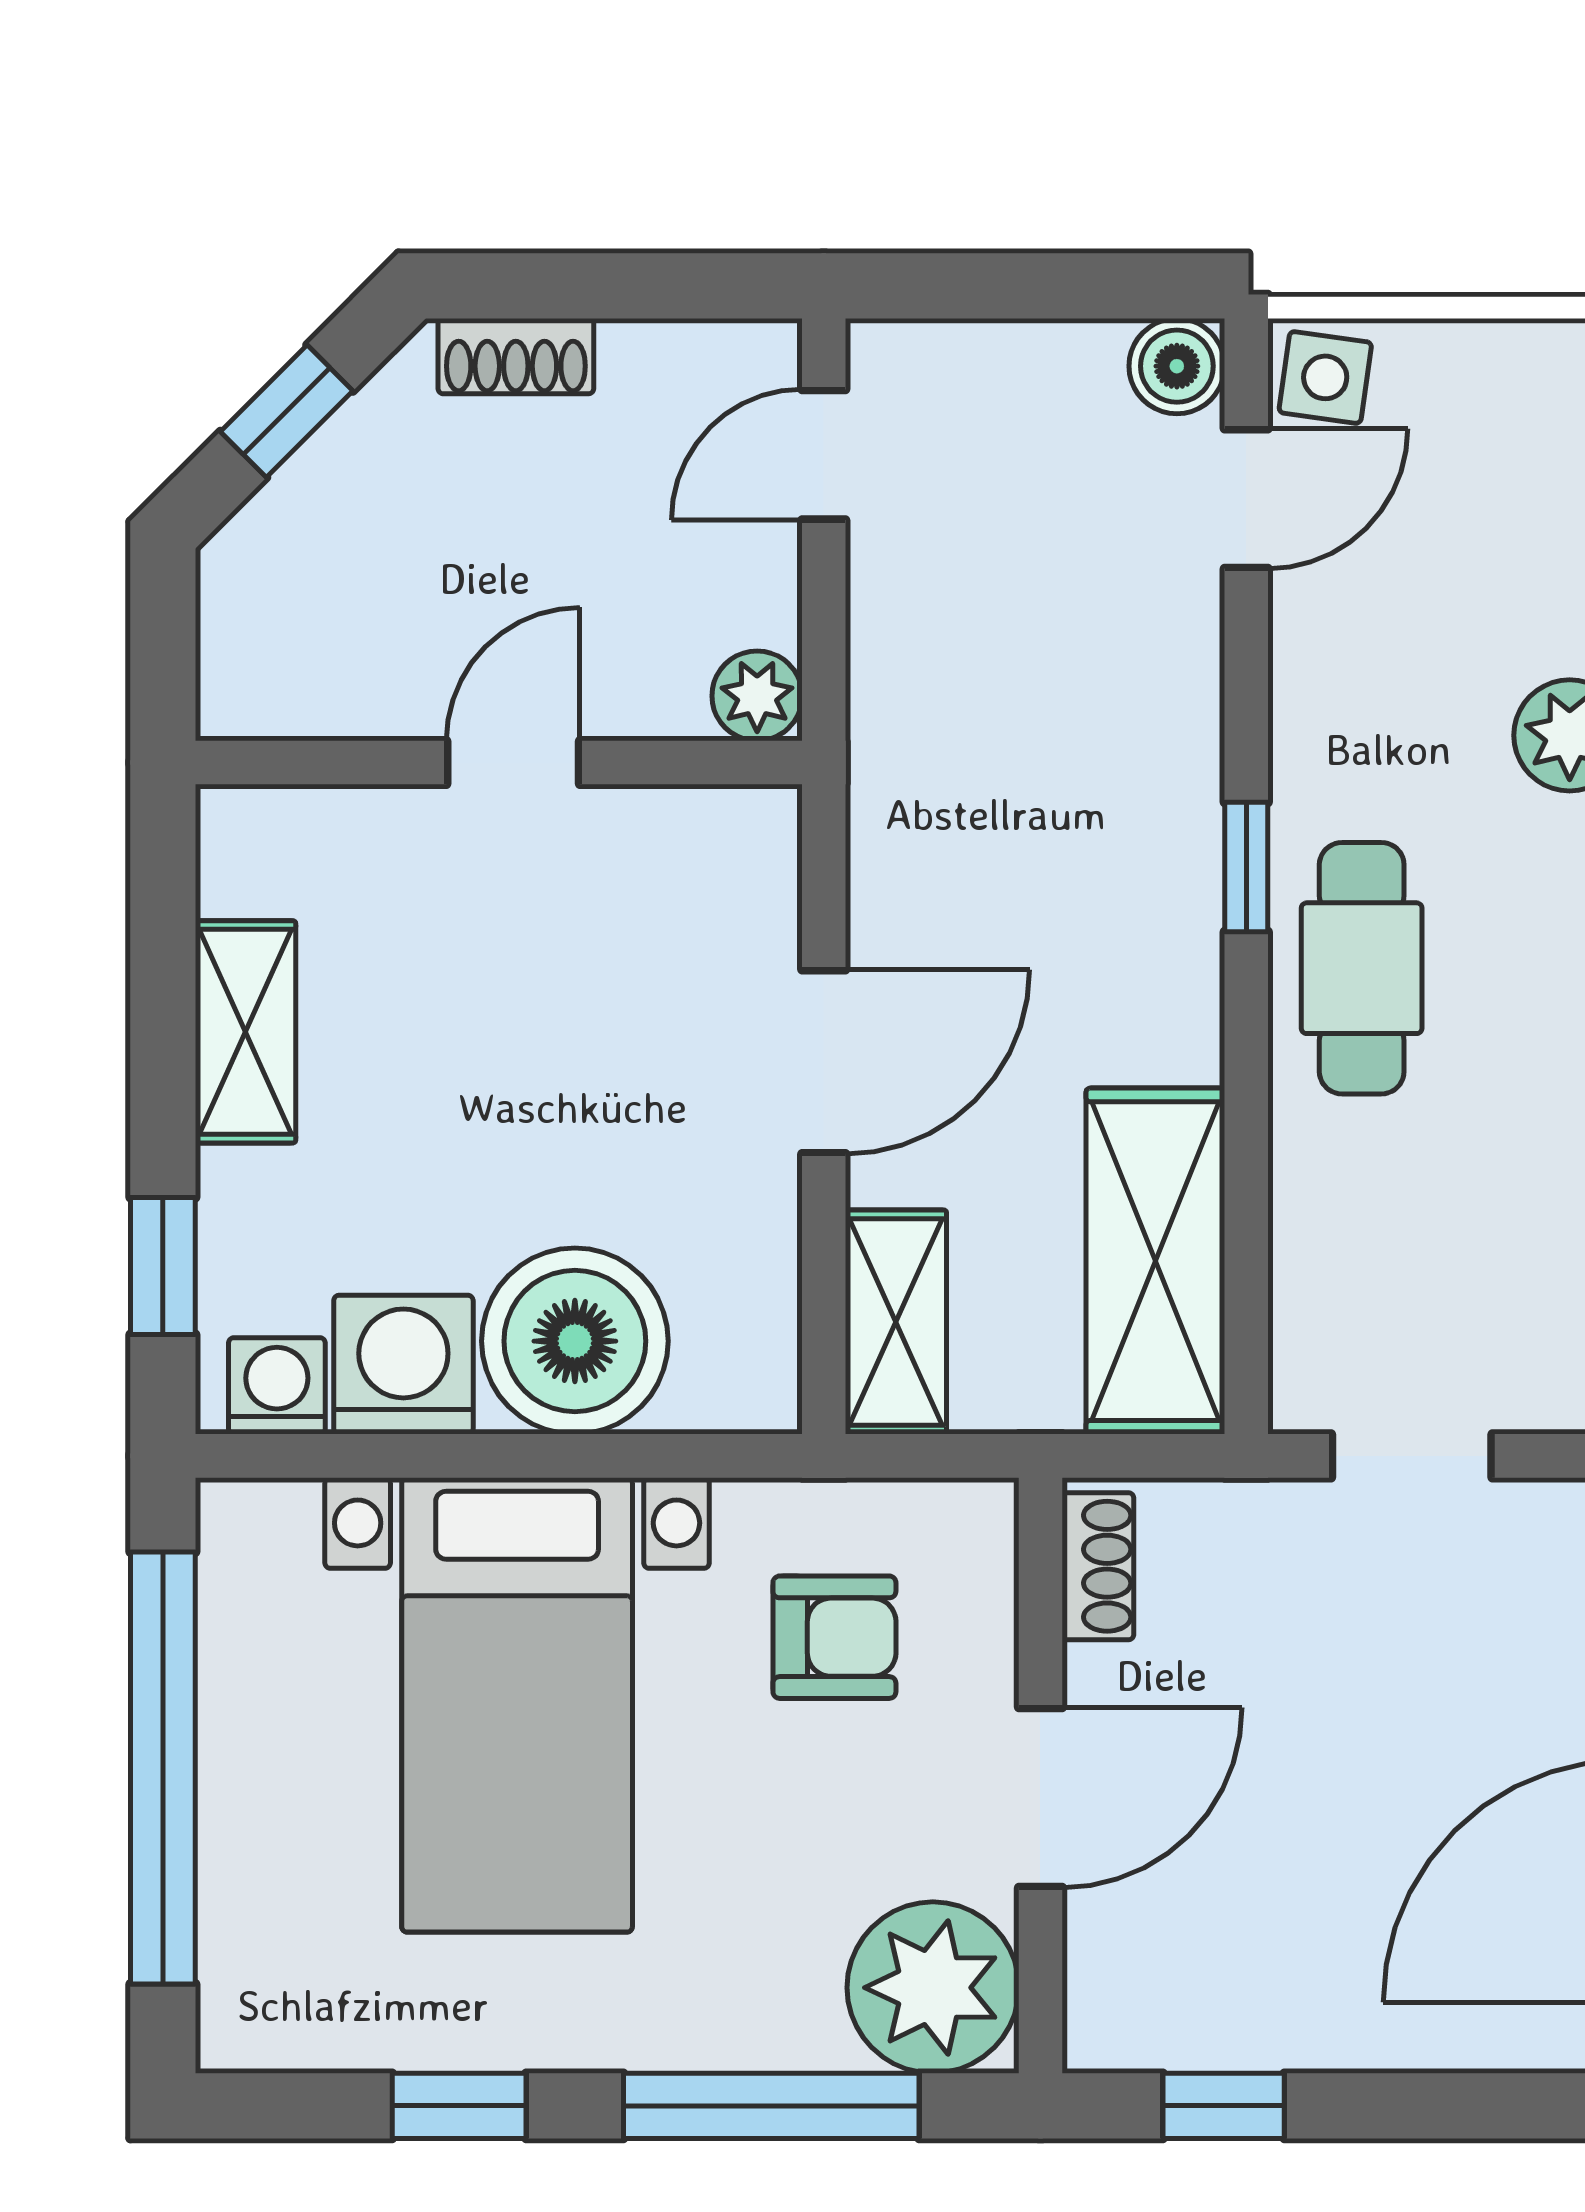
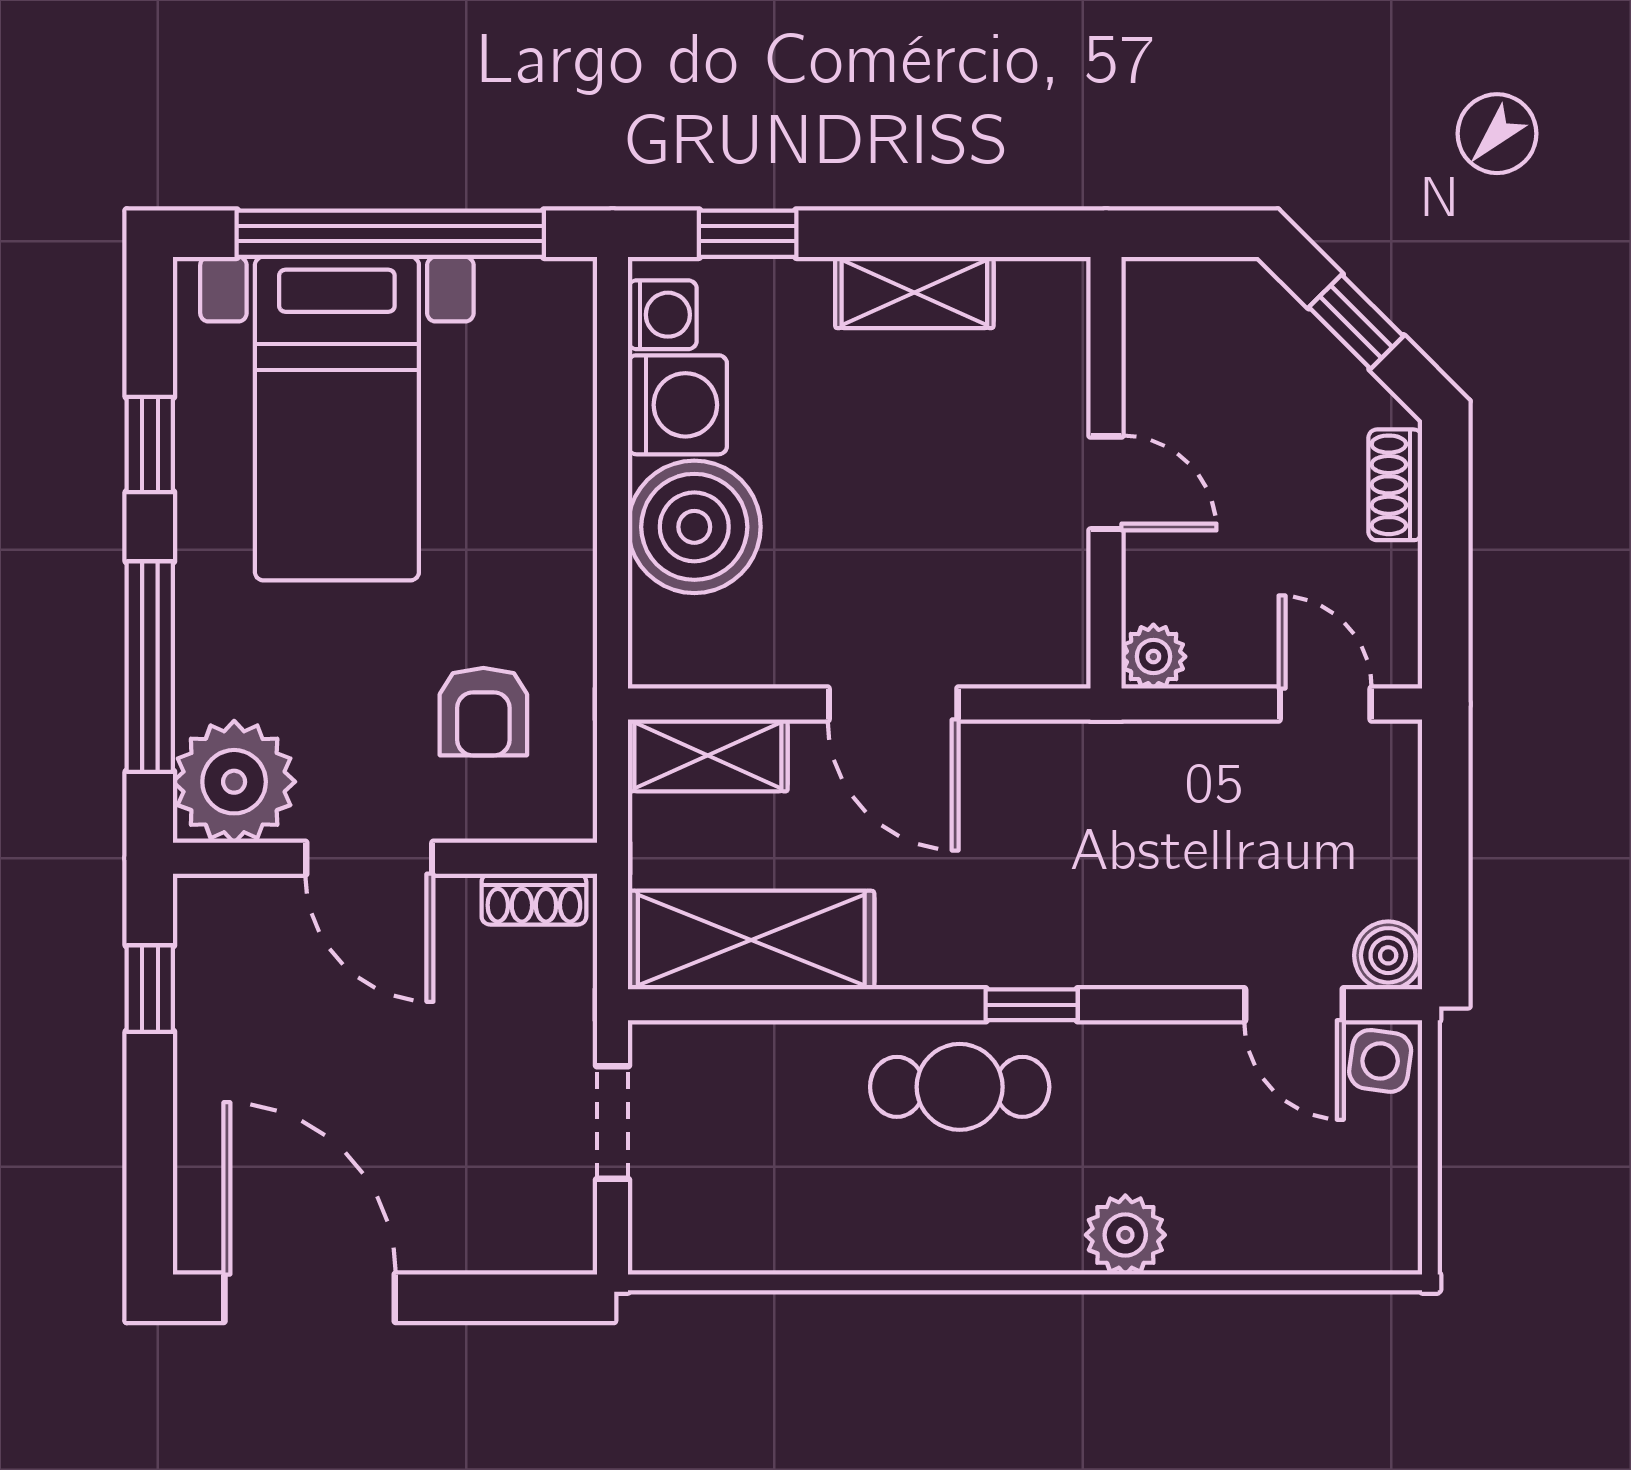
bed with nightstands: (517, 1705) -> (337, 419), moved, turned -90

